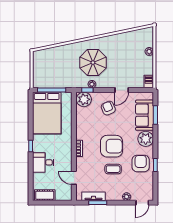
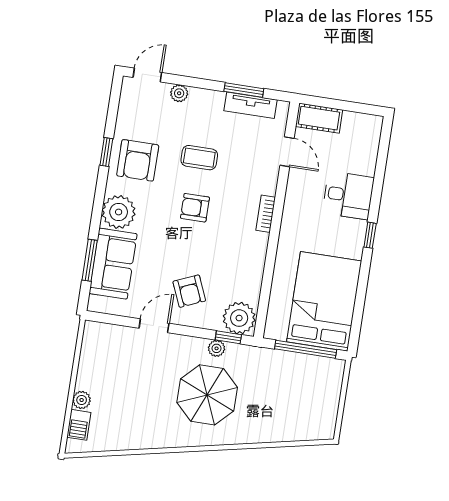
barbecue: (149, 81) -> (79, 425), moved
armchair: (112, 146) -> (195, 208), width x0.53, depth x0.53
cot: (45, 195) -> (319, 118), moved

